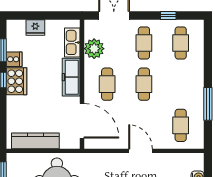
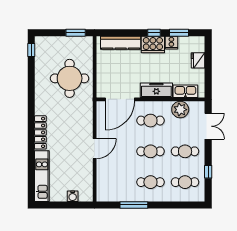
cafe table: (181, 125) -> (150, 182), moved
kitchen counter: (35, 141) -> (121, 43), moved, turned 90

